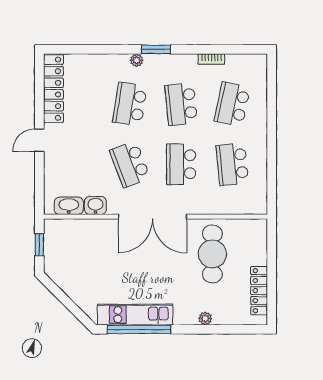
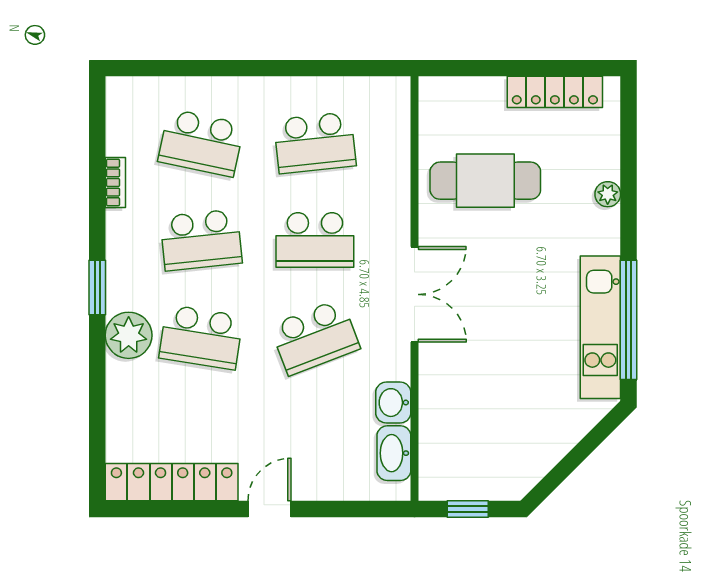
plant: (137, 60) -> (129, 335), width x1.87, depth x1.87
door: (39, 140) -> (269, 509), swing flipped
double door: (152, 217) -> (415, 294), width x0.73

